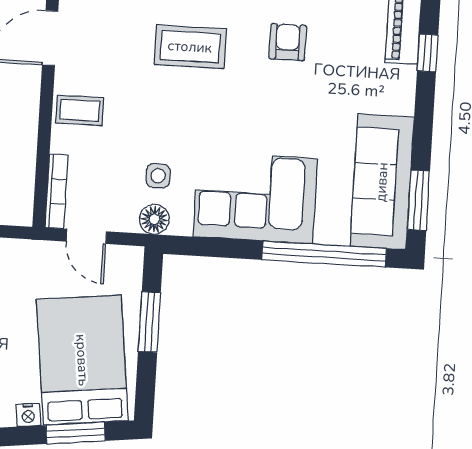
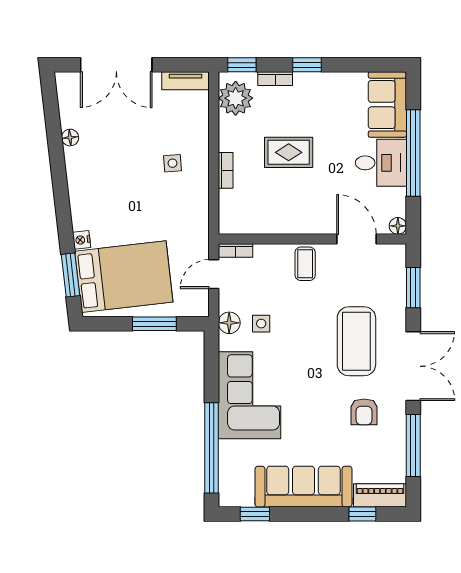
armchair: (288, 42) -> (364, 412), turned 90
coffee table: (190, 47) -> (356, 341), width x1.36, depth x1.32
sofa: (382, 182) -> (304, 487), moved
bookcase: (57, 191) -> (236, 250), width x0.64
window: (419, 200) -> (255, 514), width x0.67

